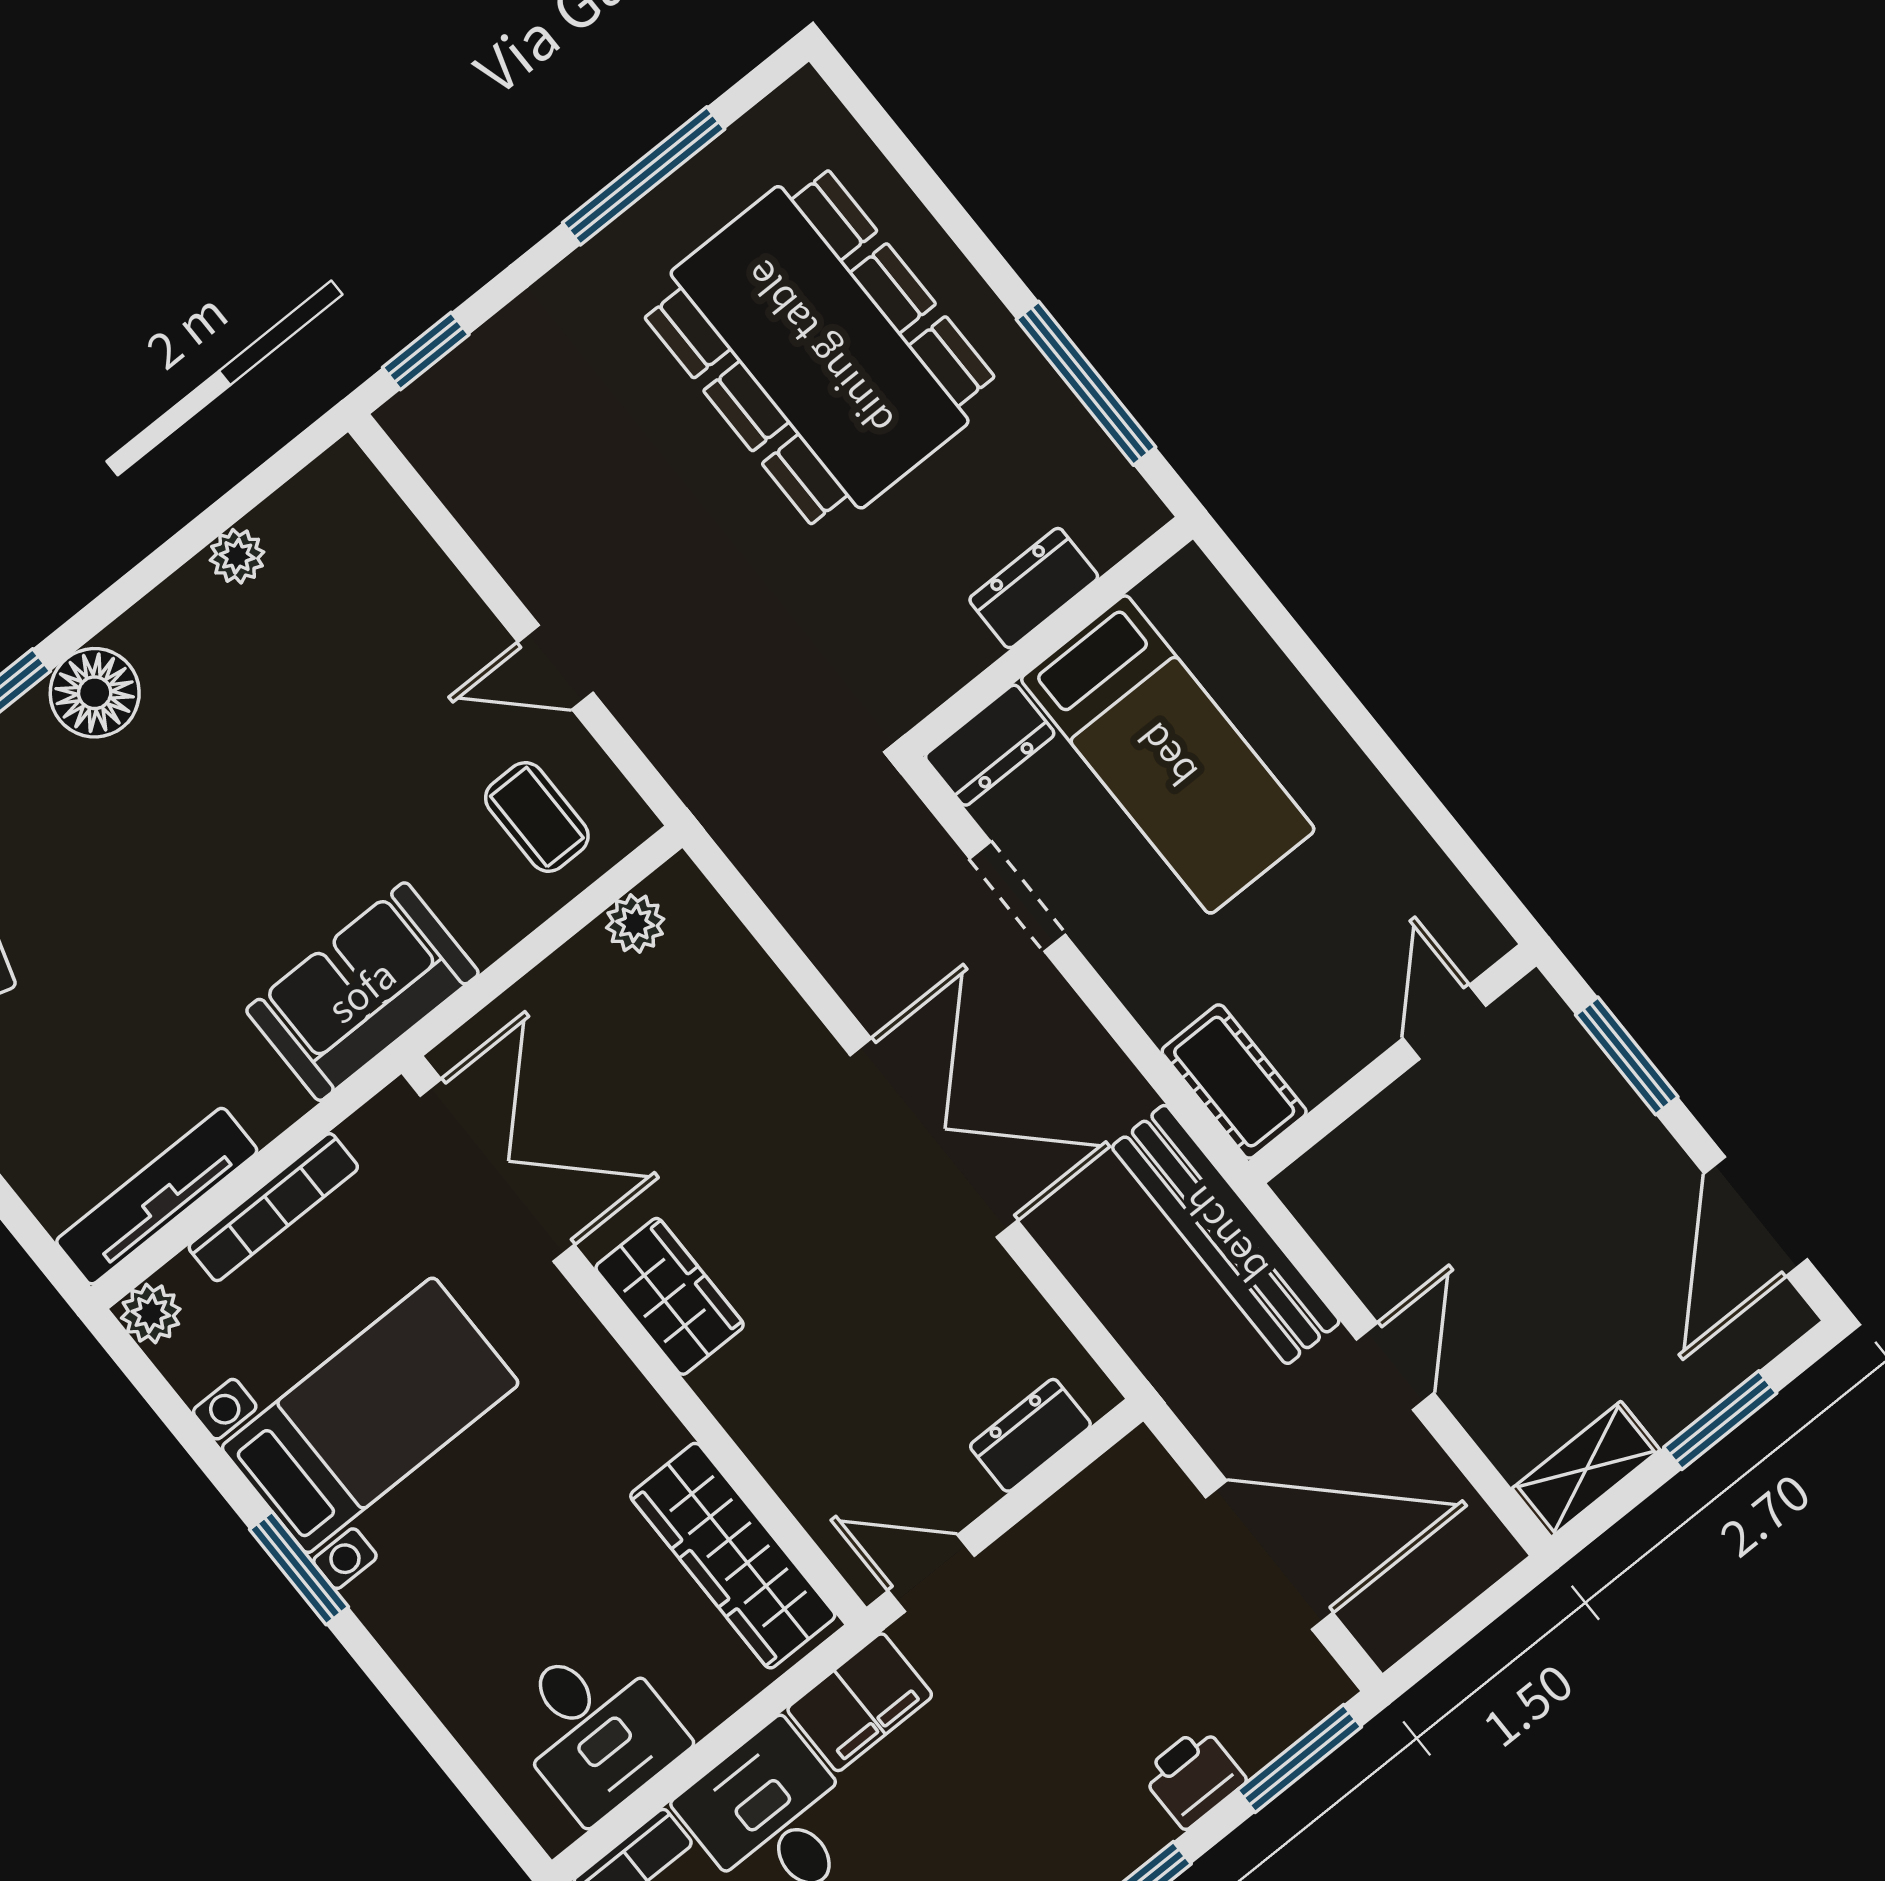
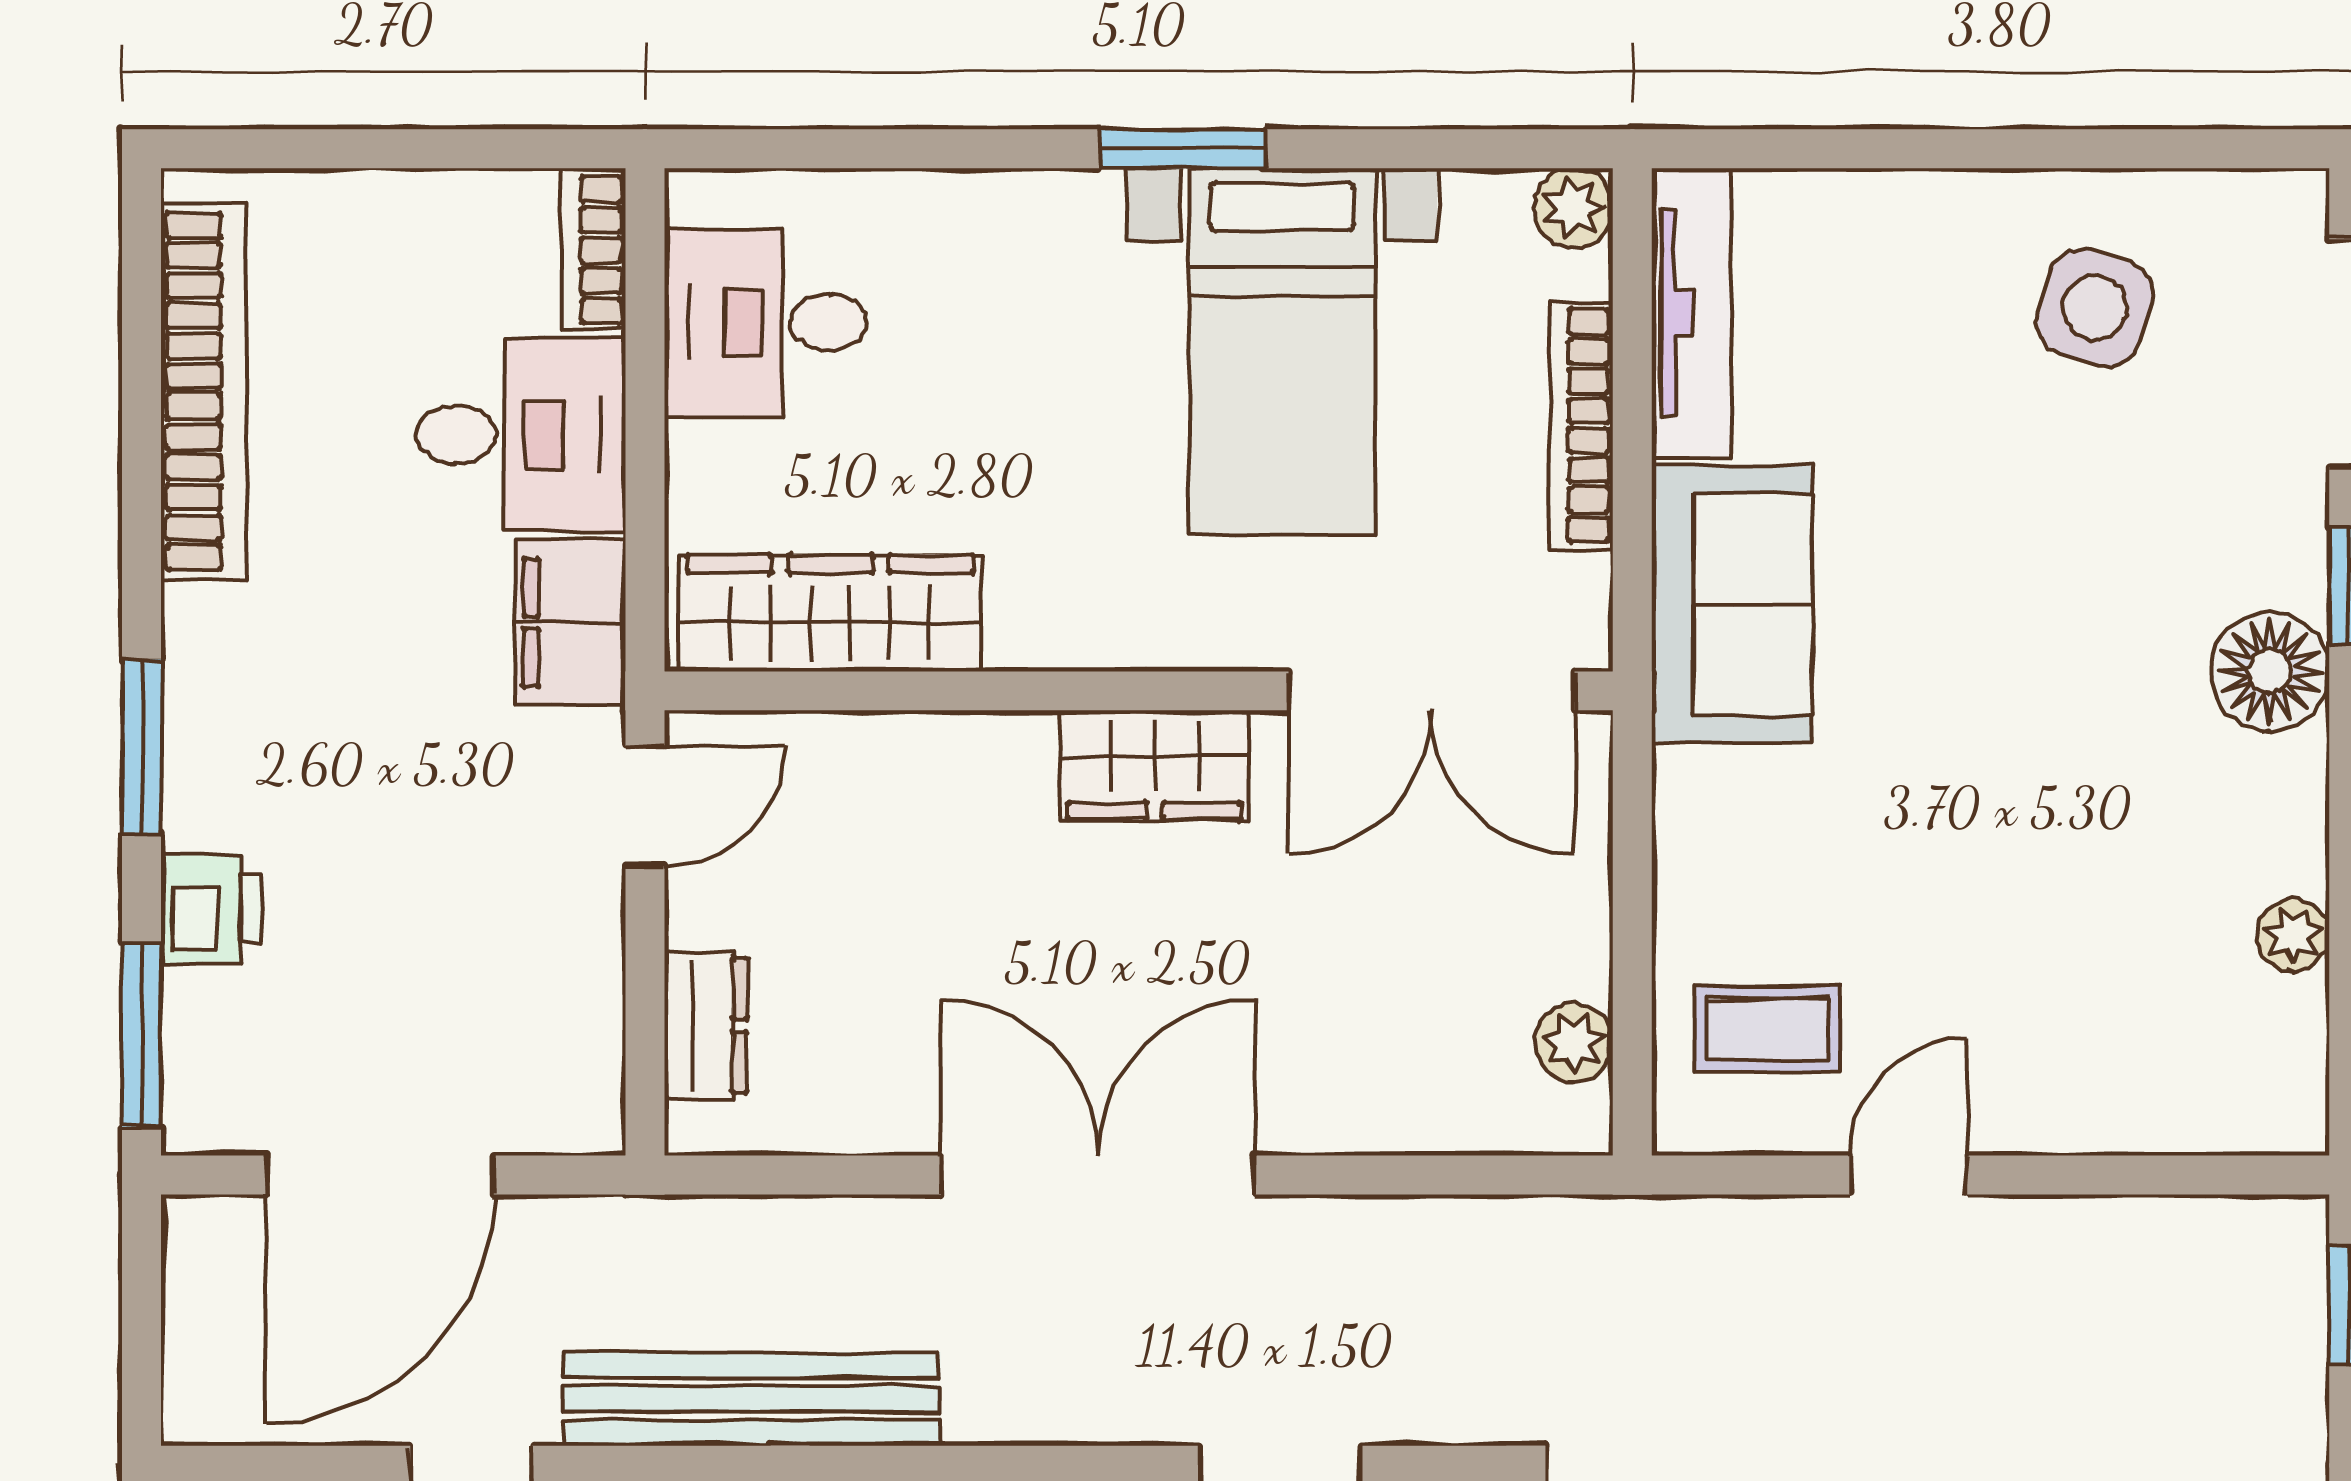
sofa: (362, 992) -> (1732, 604), moved
double door: (934, 1138) -> (1098, 1175), swing flipped

